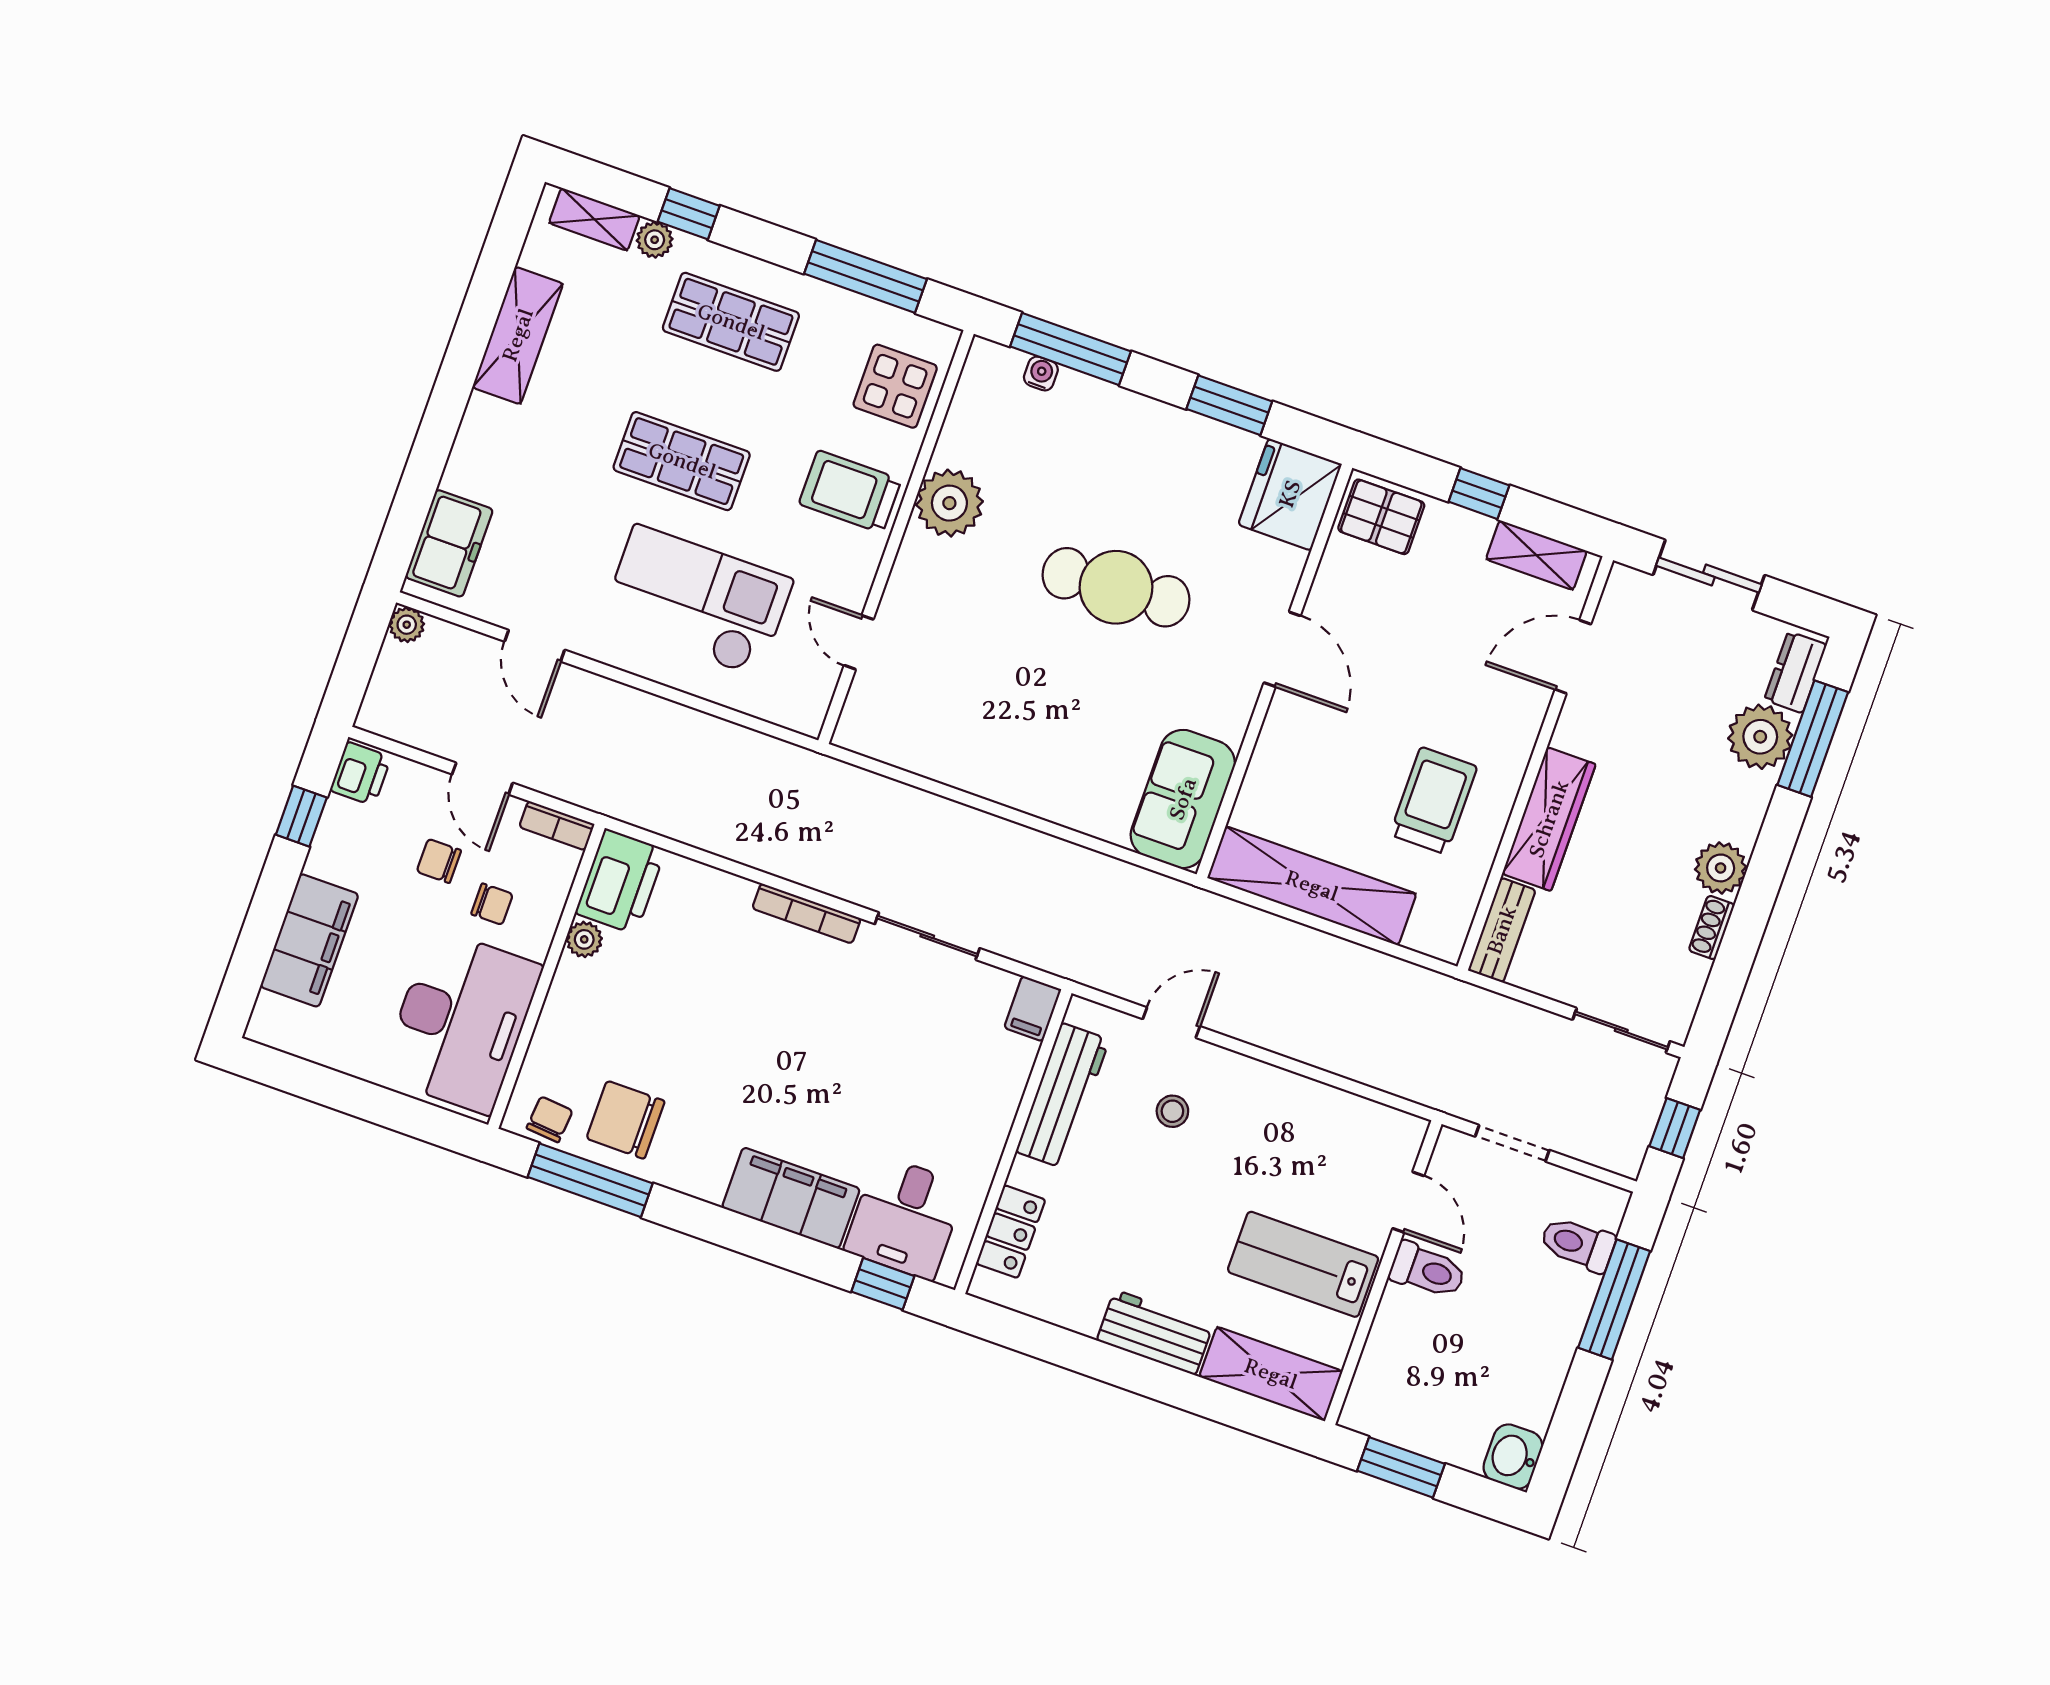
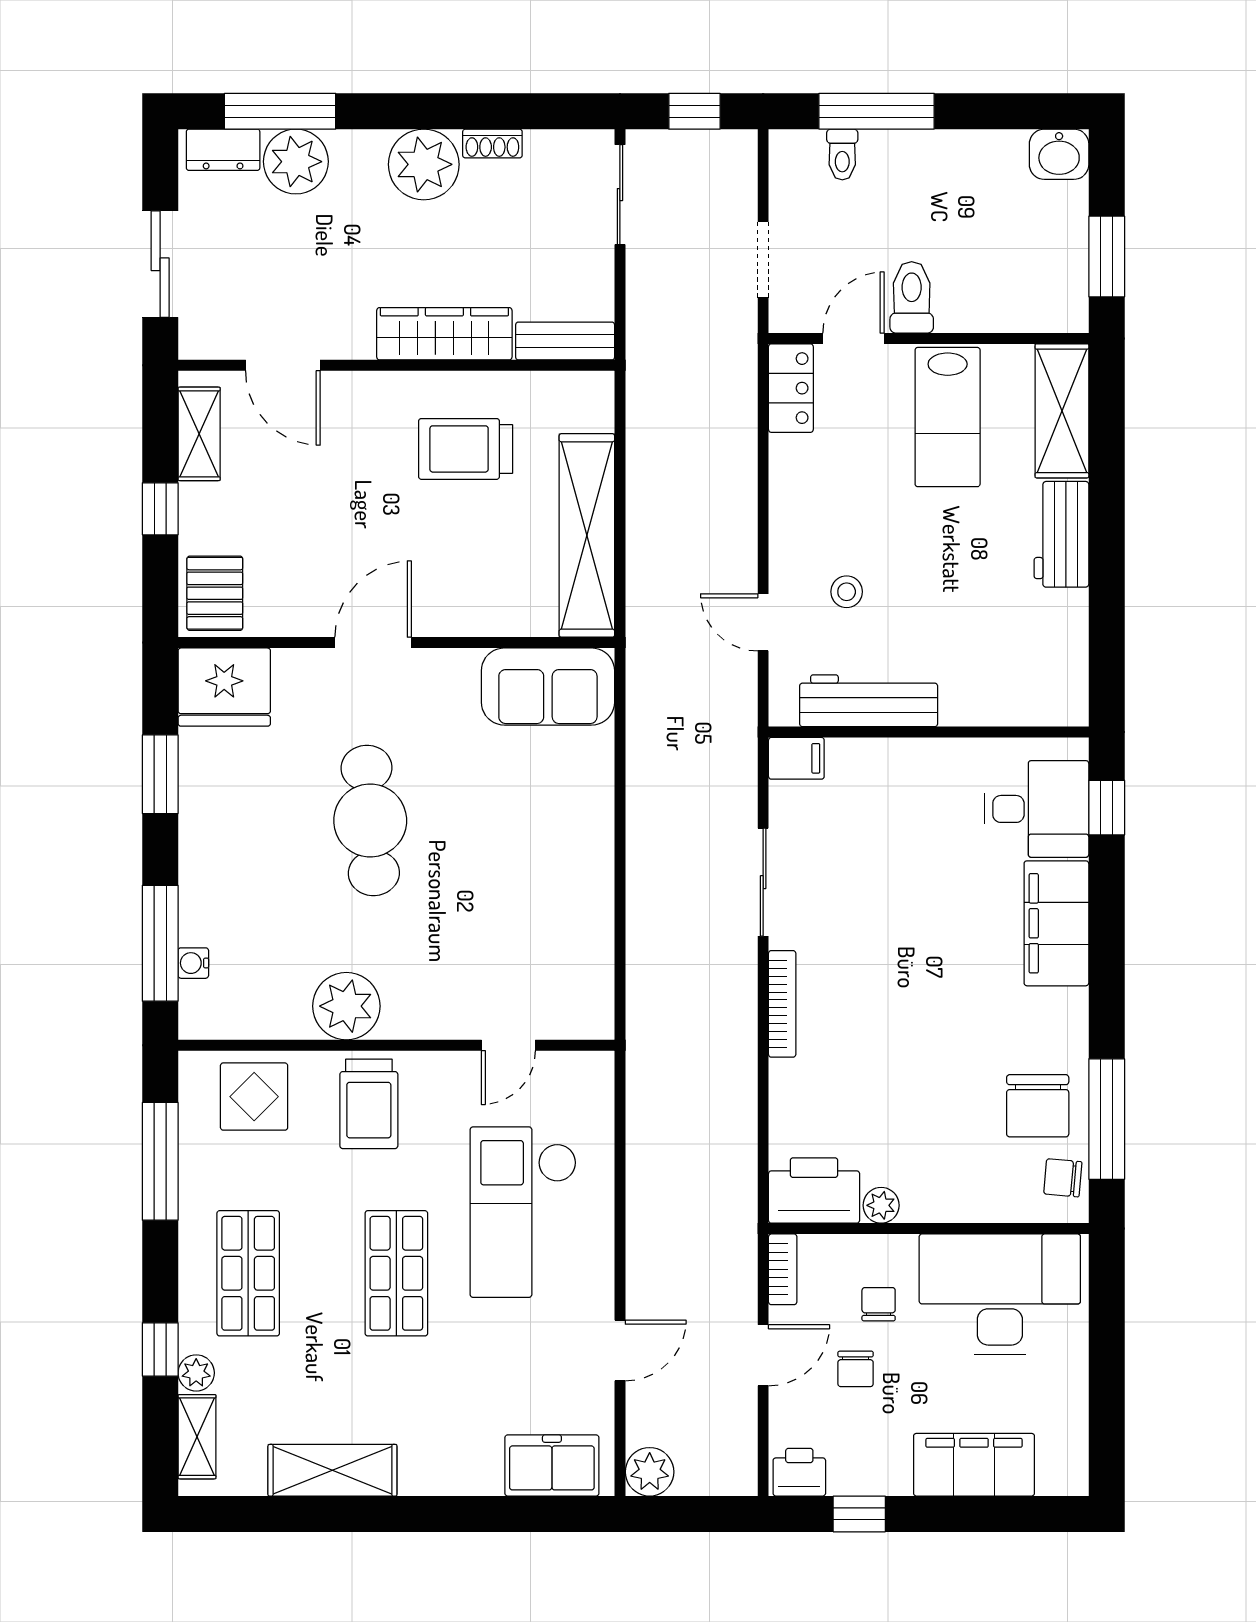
plant: (407, 625) -> (650, 1472), width x1.38, depth x1.38
plant: (1721, 868) -> (424, 164), width x1.36, depth x1.36
locker: (1011, 1232) -> (791, 388), moved, turned 90
toilet: (1578, 1244) -> (842, 155), width x0.73, depth x0.72

